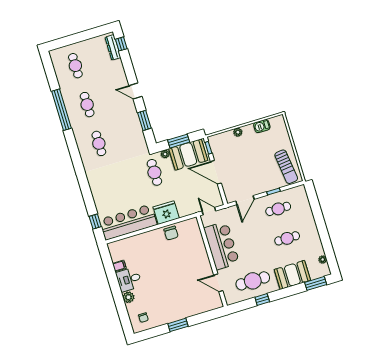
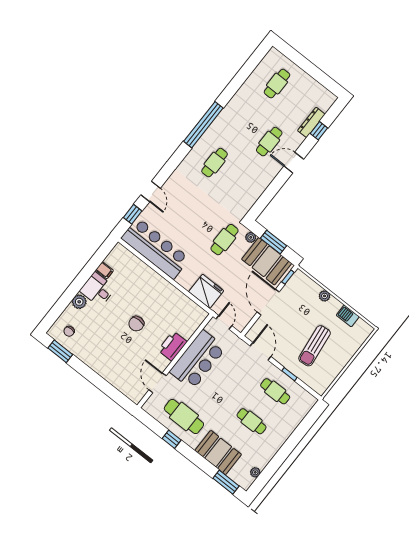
window: (121, 44) -> (319, 131), moved
dresser: (113, 47) -> (311, 122), moved
door: (136, 91) -> (294, 163), hinge flipped
cafe table: (87, 105) -> (269, 142), moved
window: (61, 110) -> (203, 125), moved
window: (144, 120) -> (270, 193), removed
sun lounger: (286, 167) -> (315, 346), moved
door: (88, 199) -> (151, 191), added
door: (245, 200) -> (260, 351), swing flipped
fridge: (166, 213) -> (206, 291), moved
chair: (171, 233) -> (136, 324), moved
printer: (201, 256) -> (172, 346), added
window: (178, 325) -> (60, 351), moved

